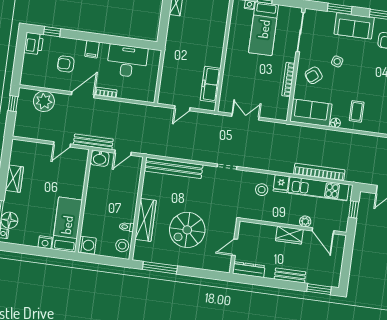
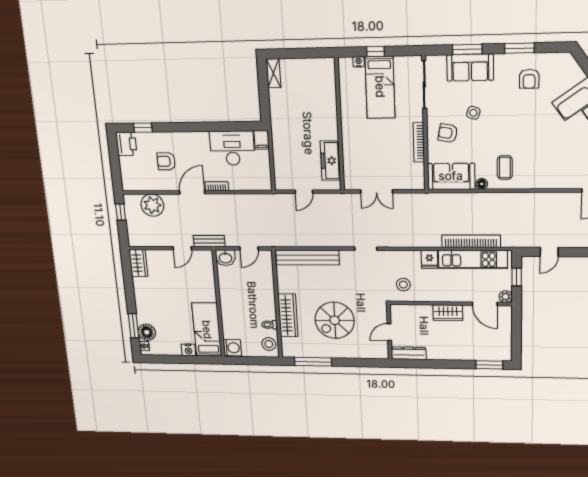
sofa: (354, 26) -> (470, 68), moved
filing cabinet: (92, 49) -> (262, 140), moved
armchair: (314, 75) -> (448, 133), turned 49
double door: (245, 117) -> (377, 191), swing flipped
bench: (93, 142) -> (209, 241), width x0.73
wardrobe: (14, 179) -> (138, 263), moved
stool: (262, 190) -> (403, 285), moved
plant: (305, 221) -> (506, 297), moved
bench: (290, 275) -> (455, 354), removed

